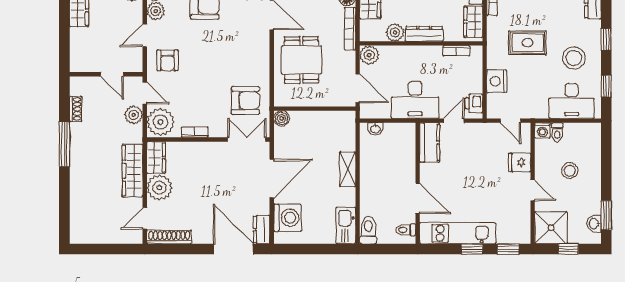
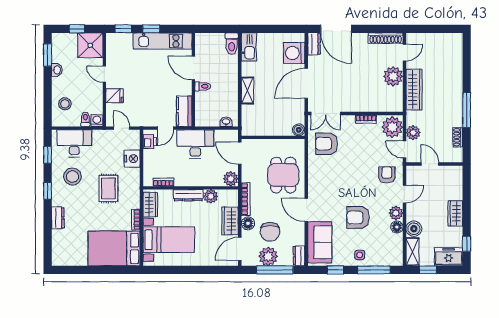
rug: (527, 43) -> (108, 188), turned 90
wardrobe: (156, 158) -> (396, 100), removed
stool: (570, 171) -> (65, 104), moved
washbasin: (594, 224) -> (57, 70), moved
toilet: (406, 230) -> (203, 86), moved

